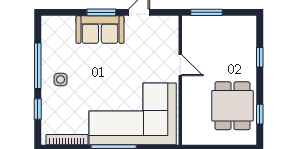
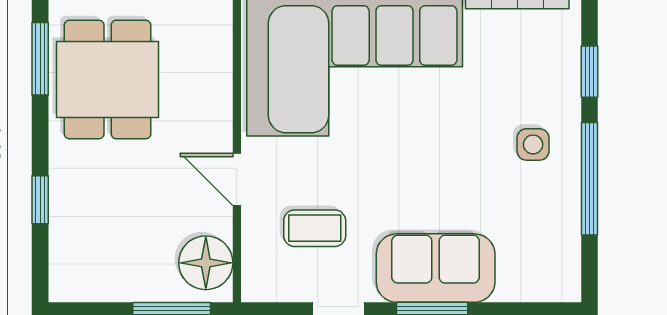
floor lamp: (193, 32) -> (206, 263), added
coffee table: (149, 46) -> (315, 228), added
window: (260, 114) -> (40, 59), width x1.50

